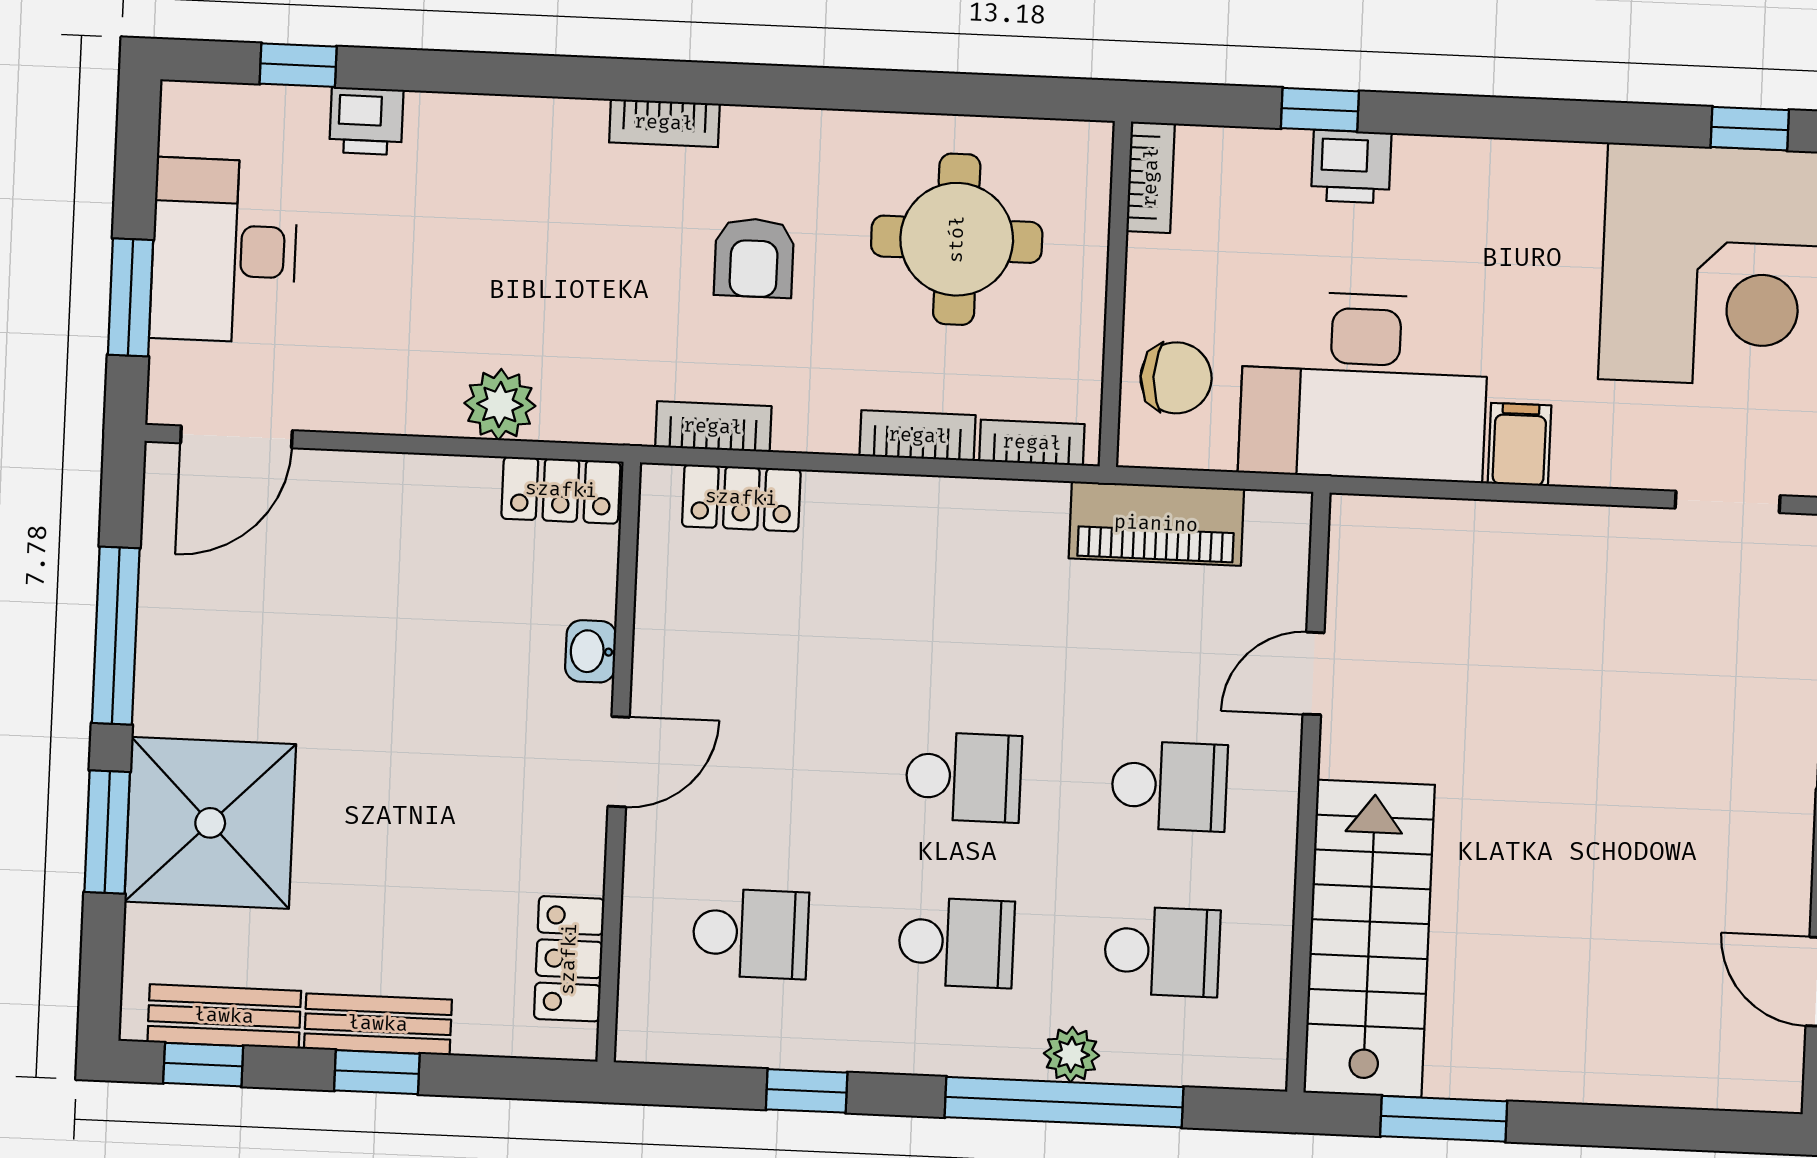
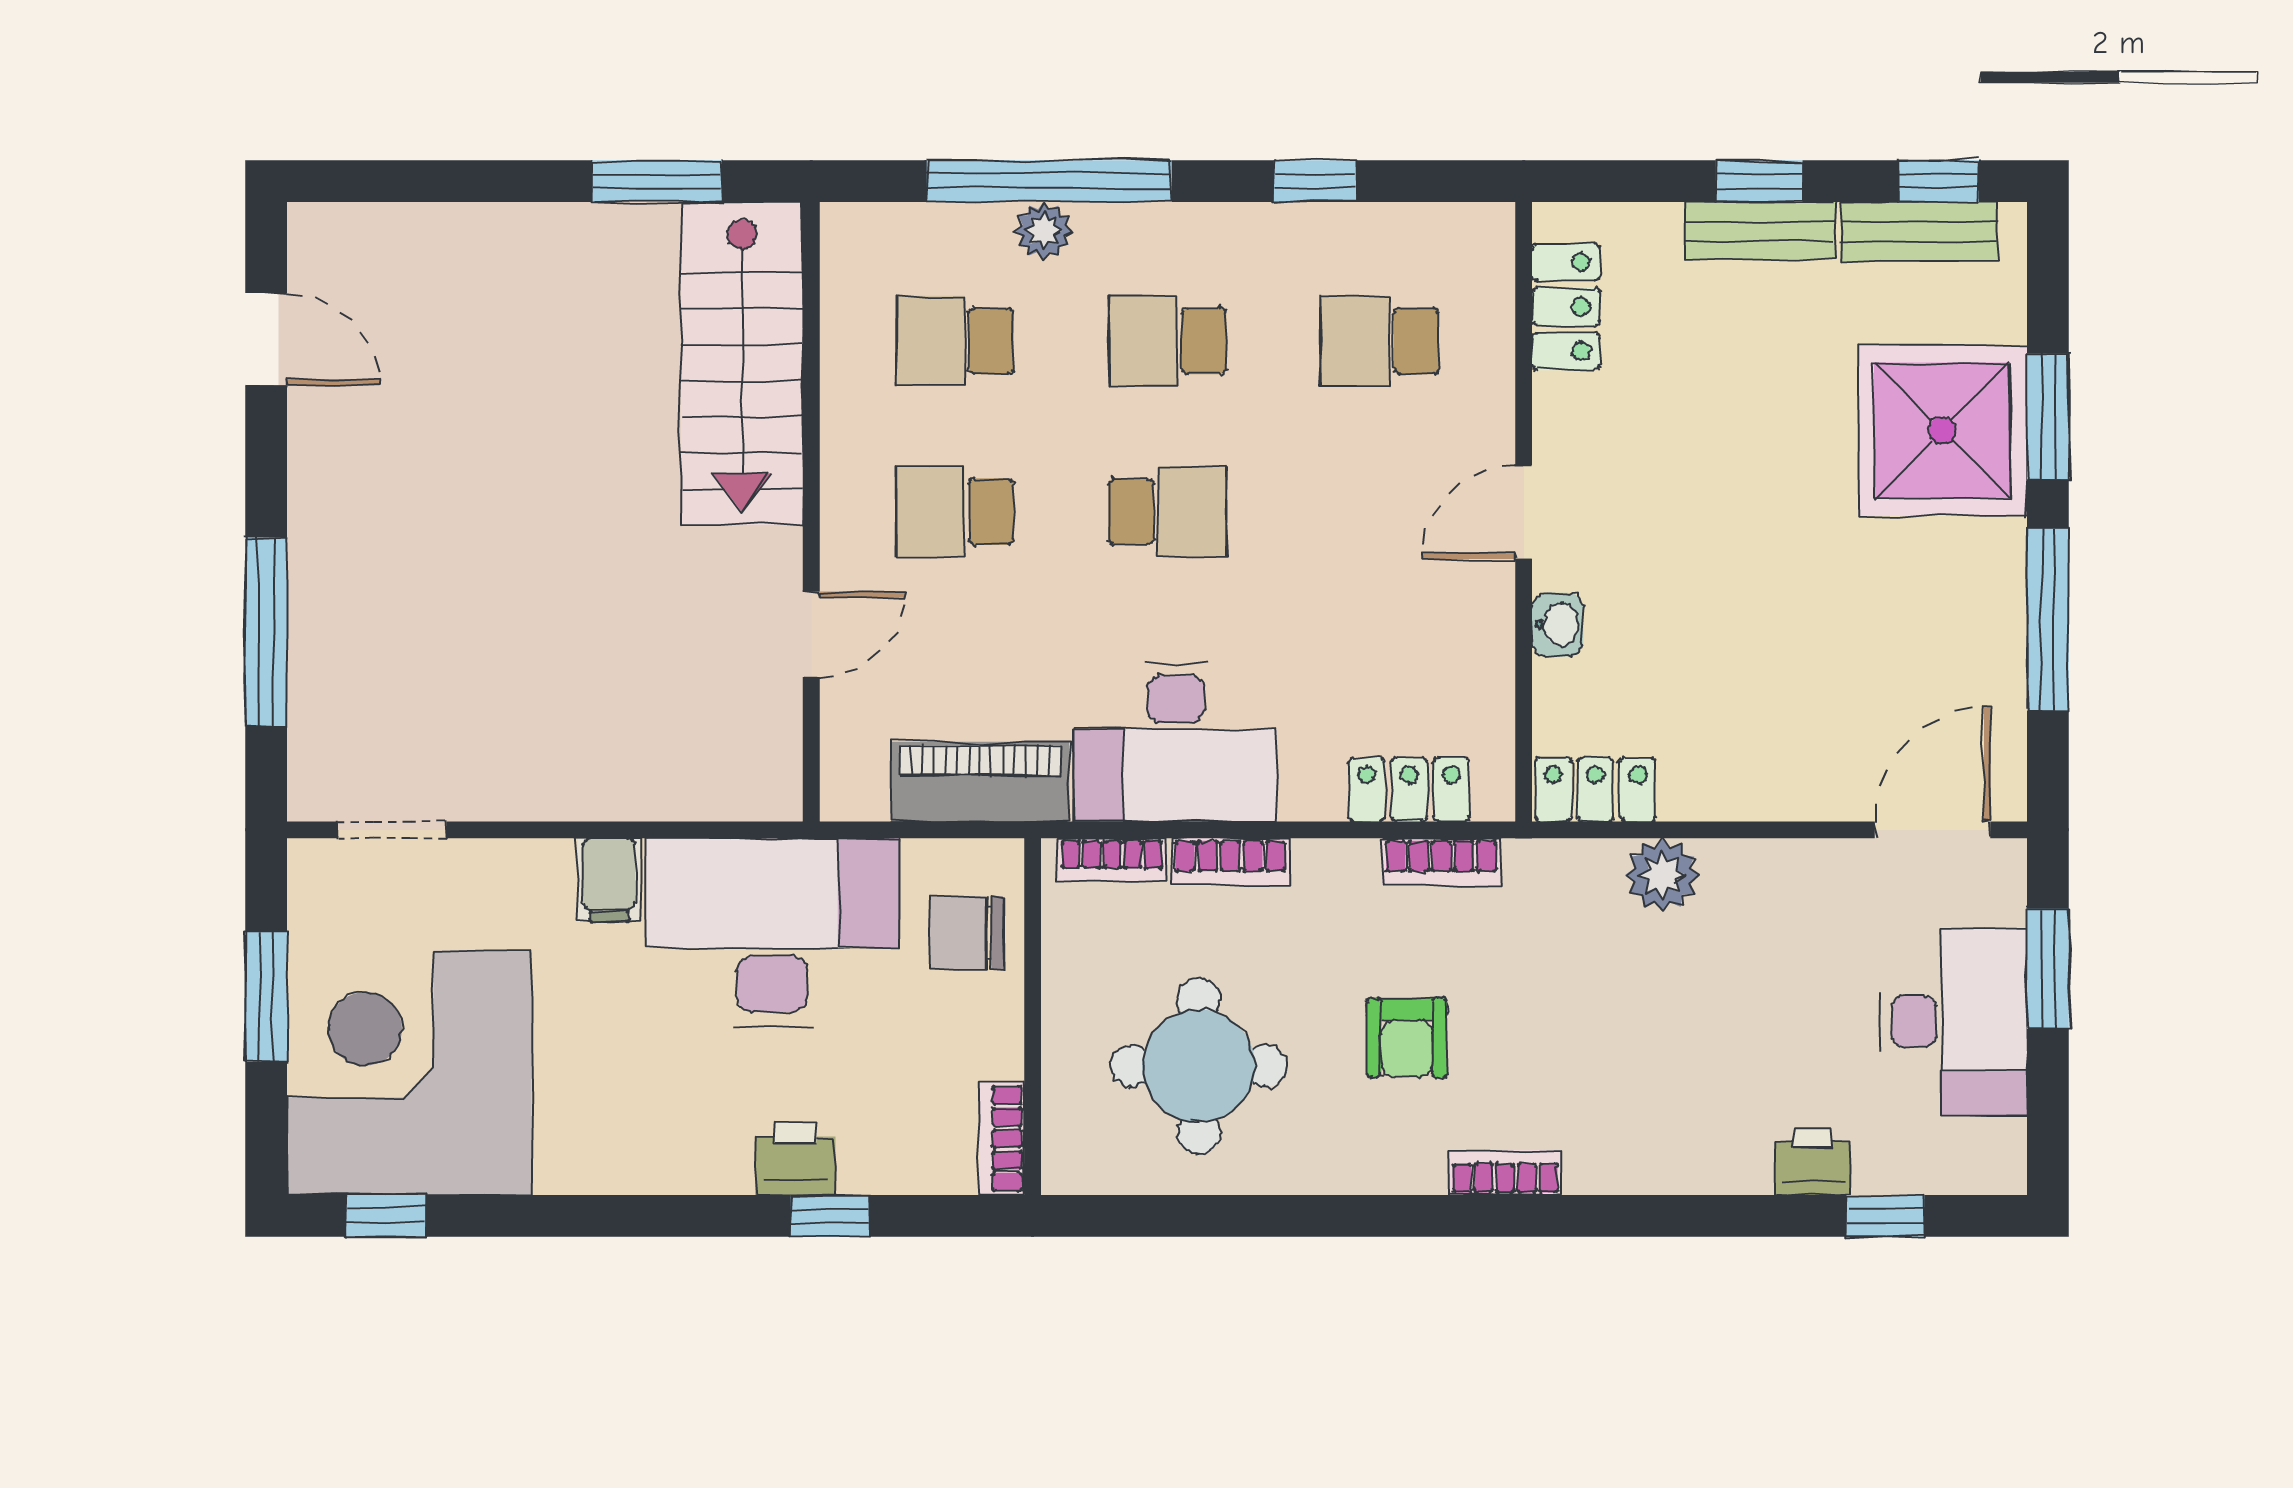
armchair: (754, 258) -> (1407, 1038), turned 180
desk: (965, 554) -> (1176, 742), added
school desk: (964, 777) -> (1167, 512), turned 180

